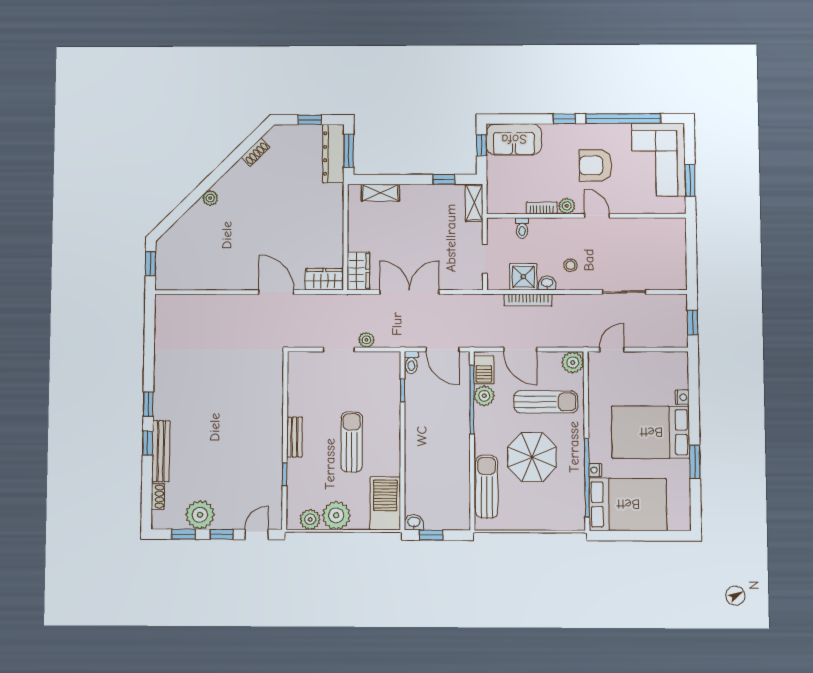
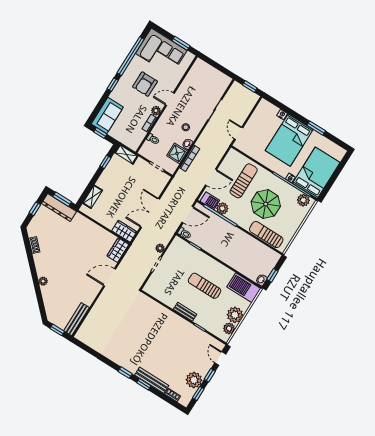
bench: (184, 282) -> (77, 319), added
plant: (573, 362) -> (303, 200), moved

